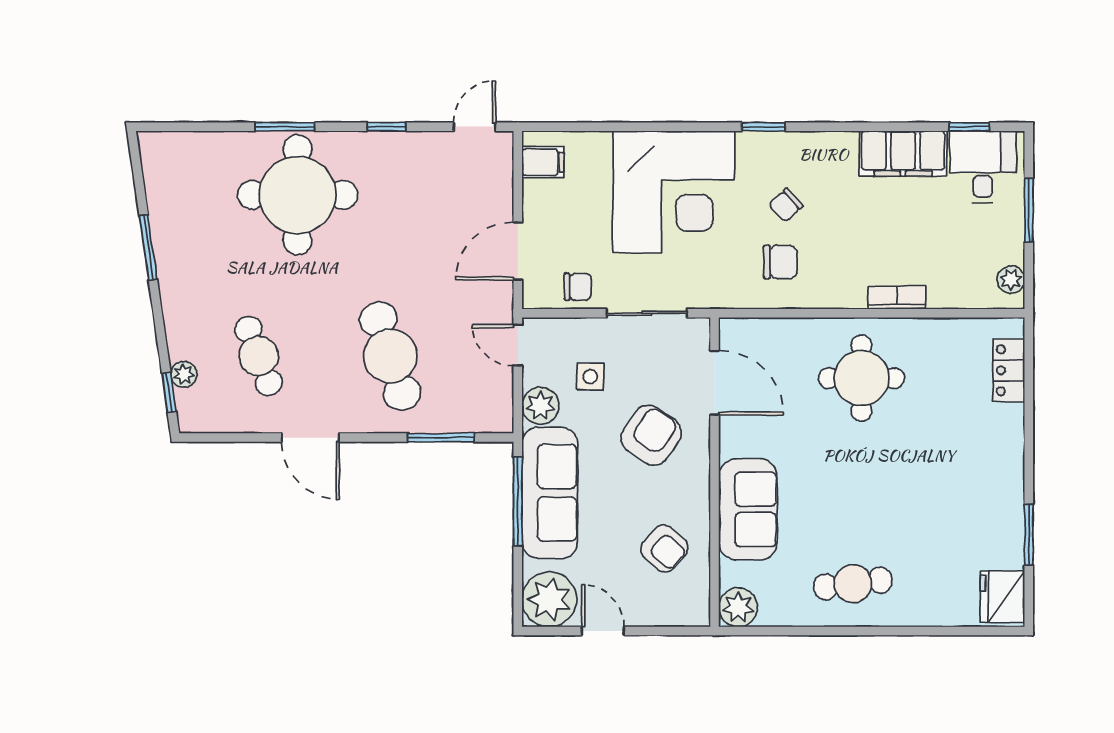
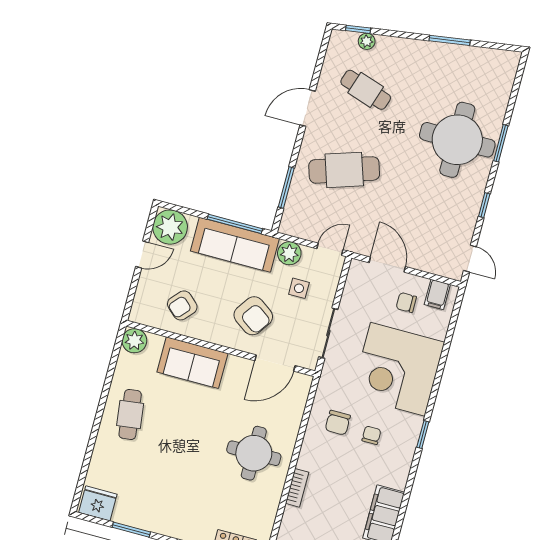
chair: (786, 205) -> (371, 435), turned 42
chair: (578, 287) -> (406, 302), moved, turned 90
cafe table: (259, 356) -> (366, 90), turned 39

